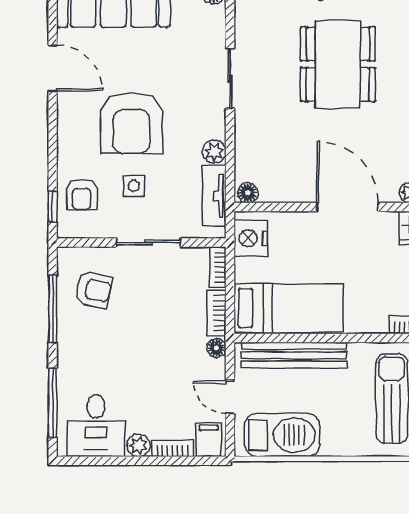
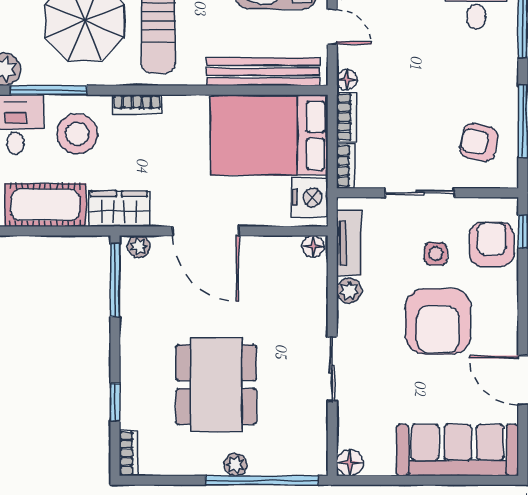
armchair: (132, 123) -> (438, 321), turned 180
armchair: (82, 195) -> (492, 244), width x1.38, depth x1.38
bed: (289, 308) -> (269, 135), width x1.50

